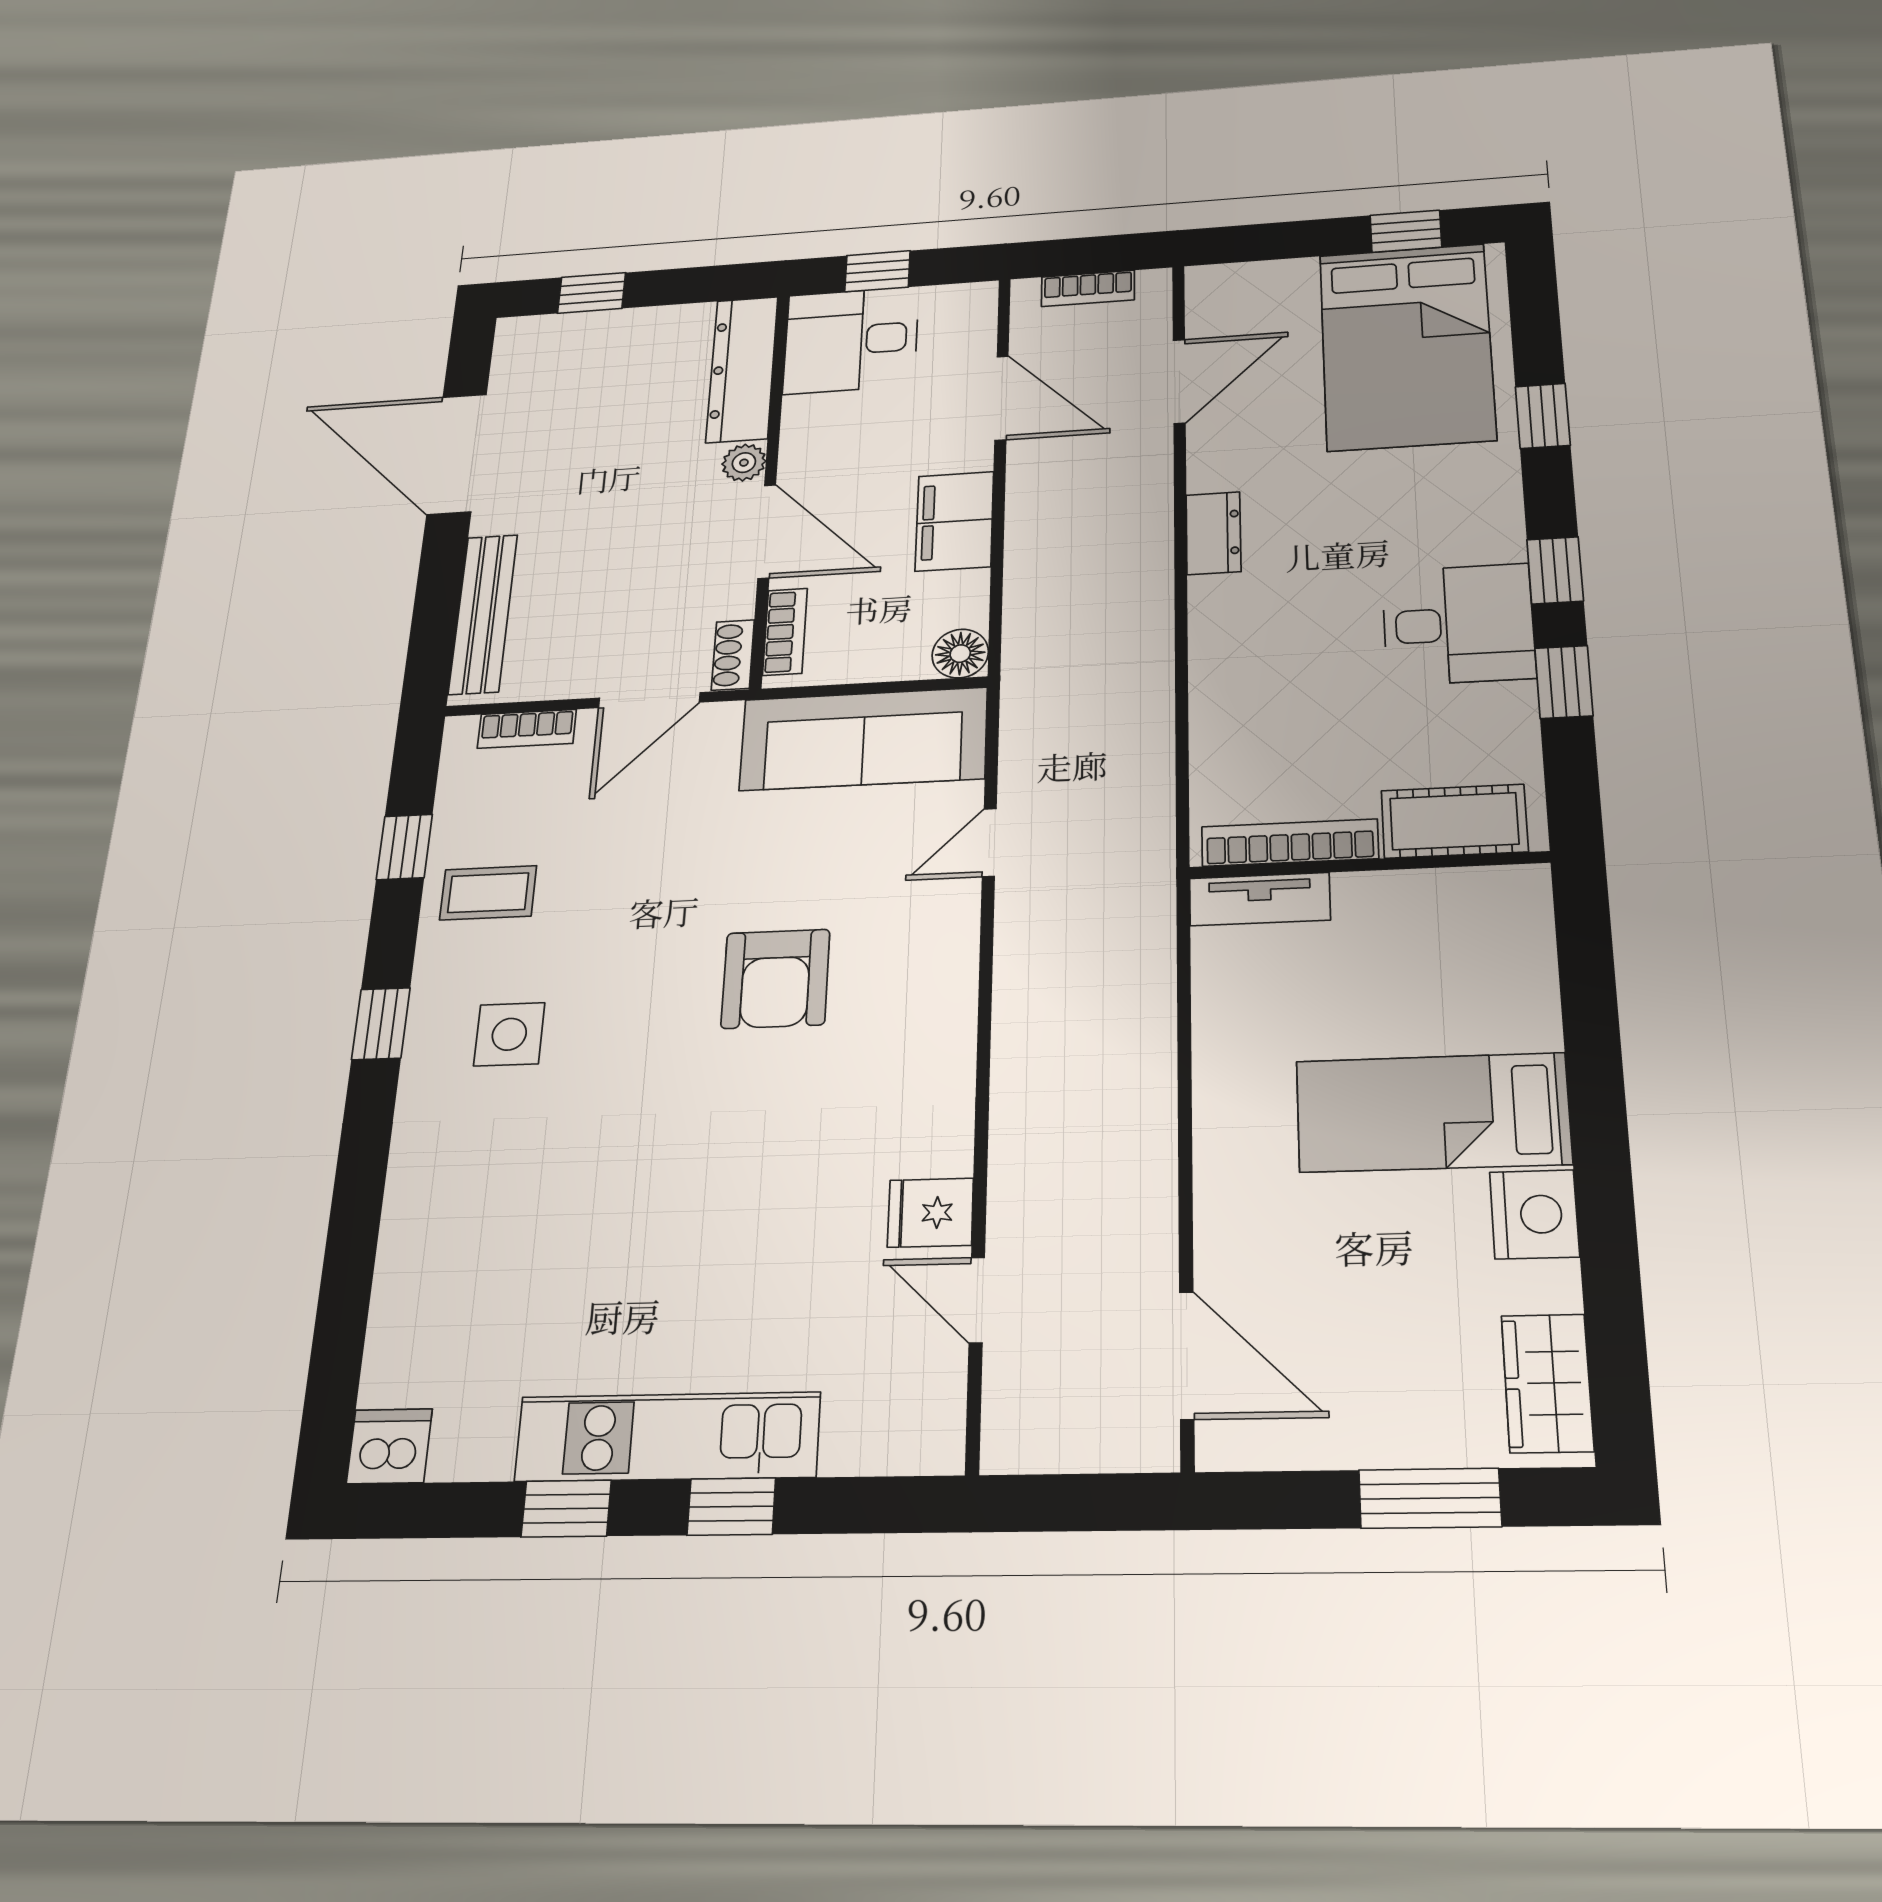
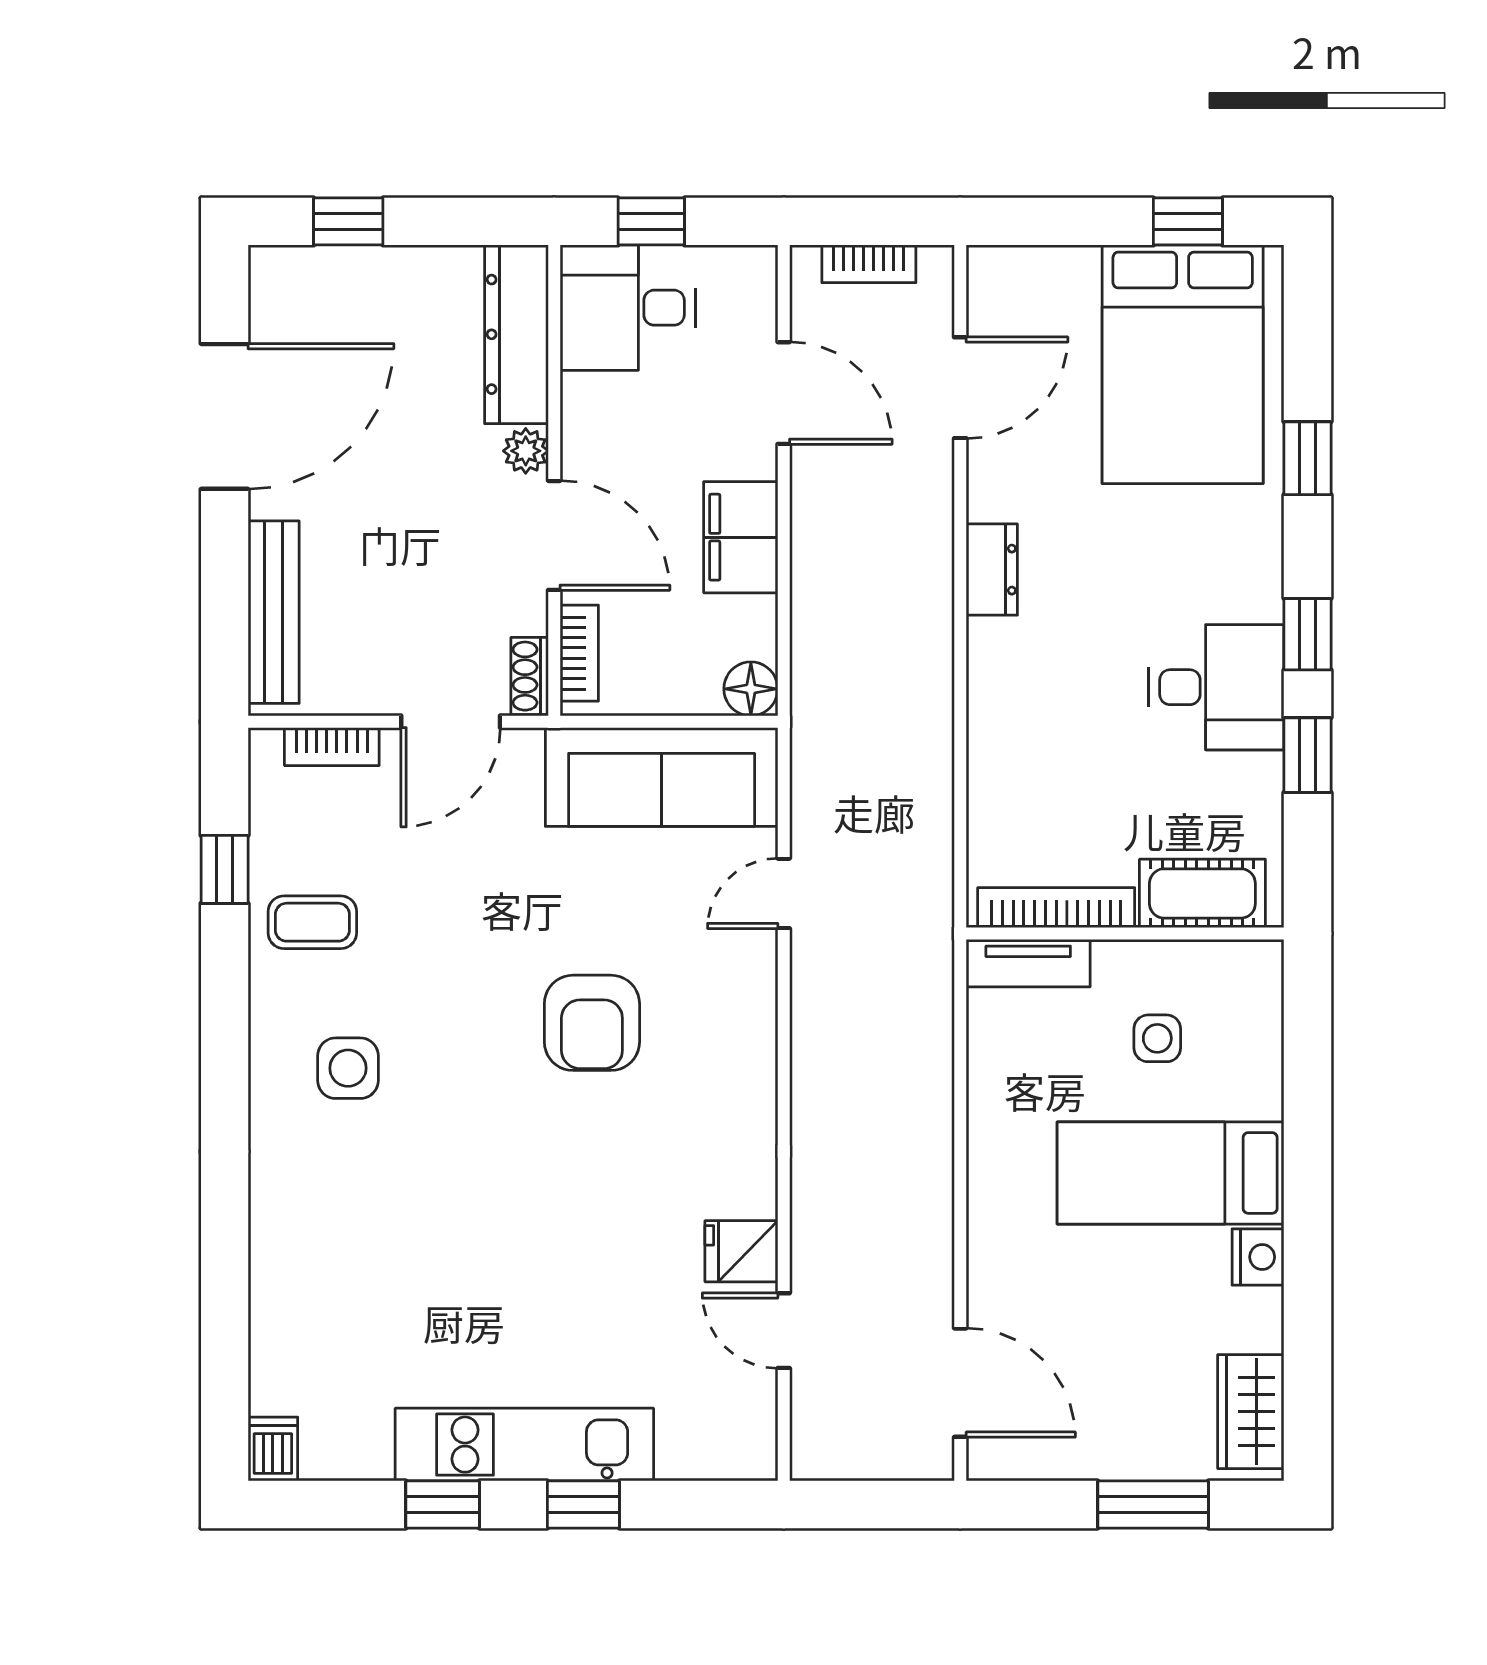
door: (457, 454) -> (225, 416), swing flipped
side table: (1410, 970) -> (1157, 1038), added
window: (381, 1024) -> (225, 1053), removed
nightstand: (1534, 1214) -> (1258, 1257), width x0.74, depth x0.75
dishwasher: (389, 1446) -> (273, 1449), width x0.73

